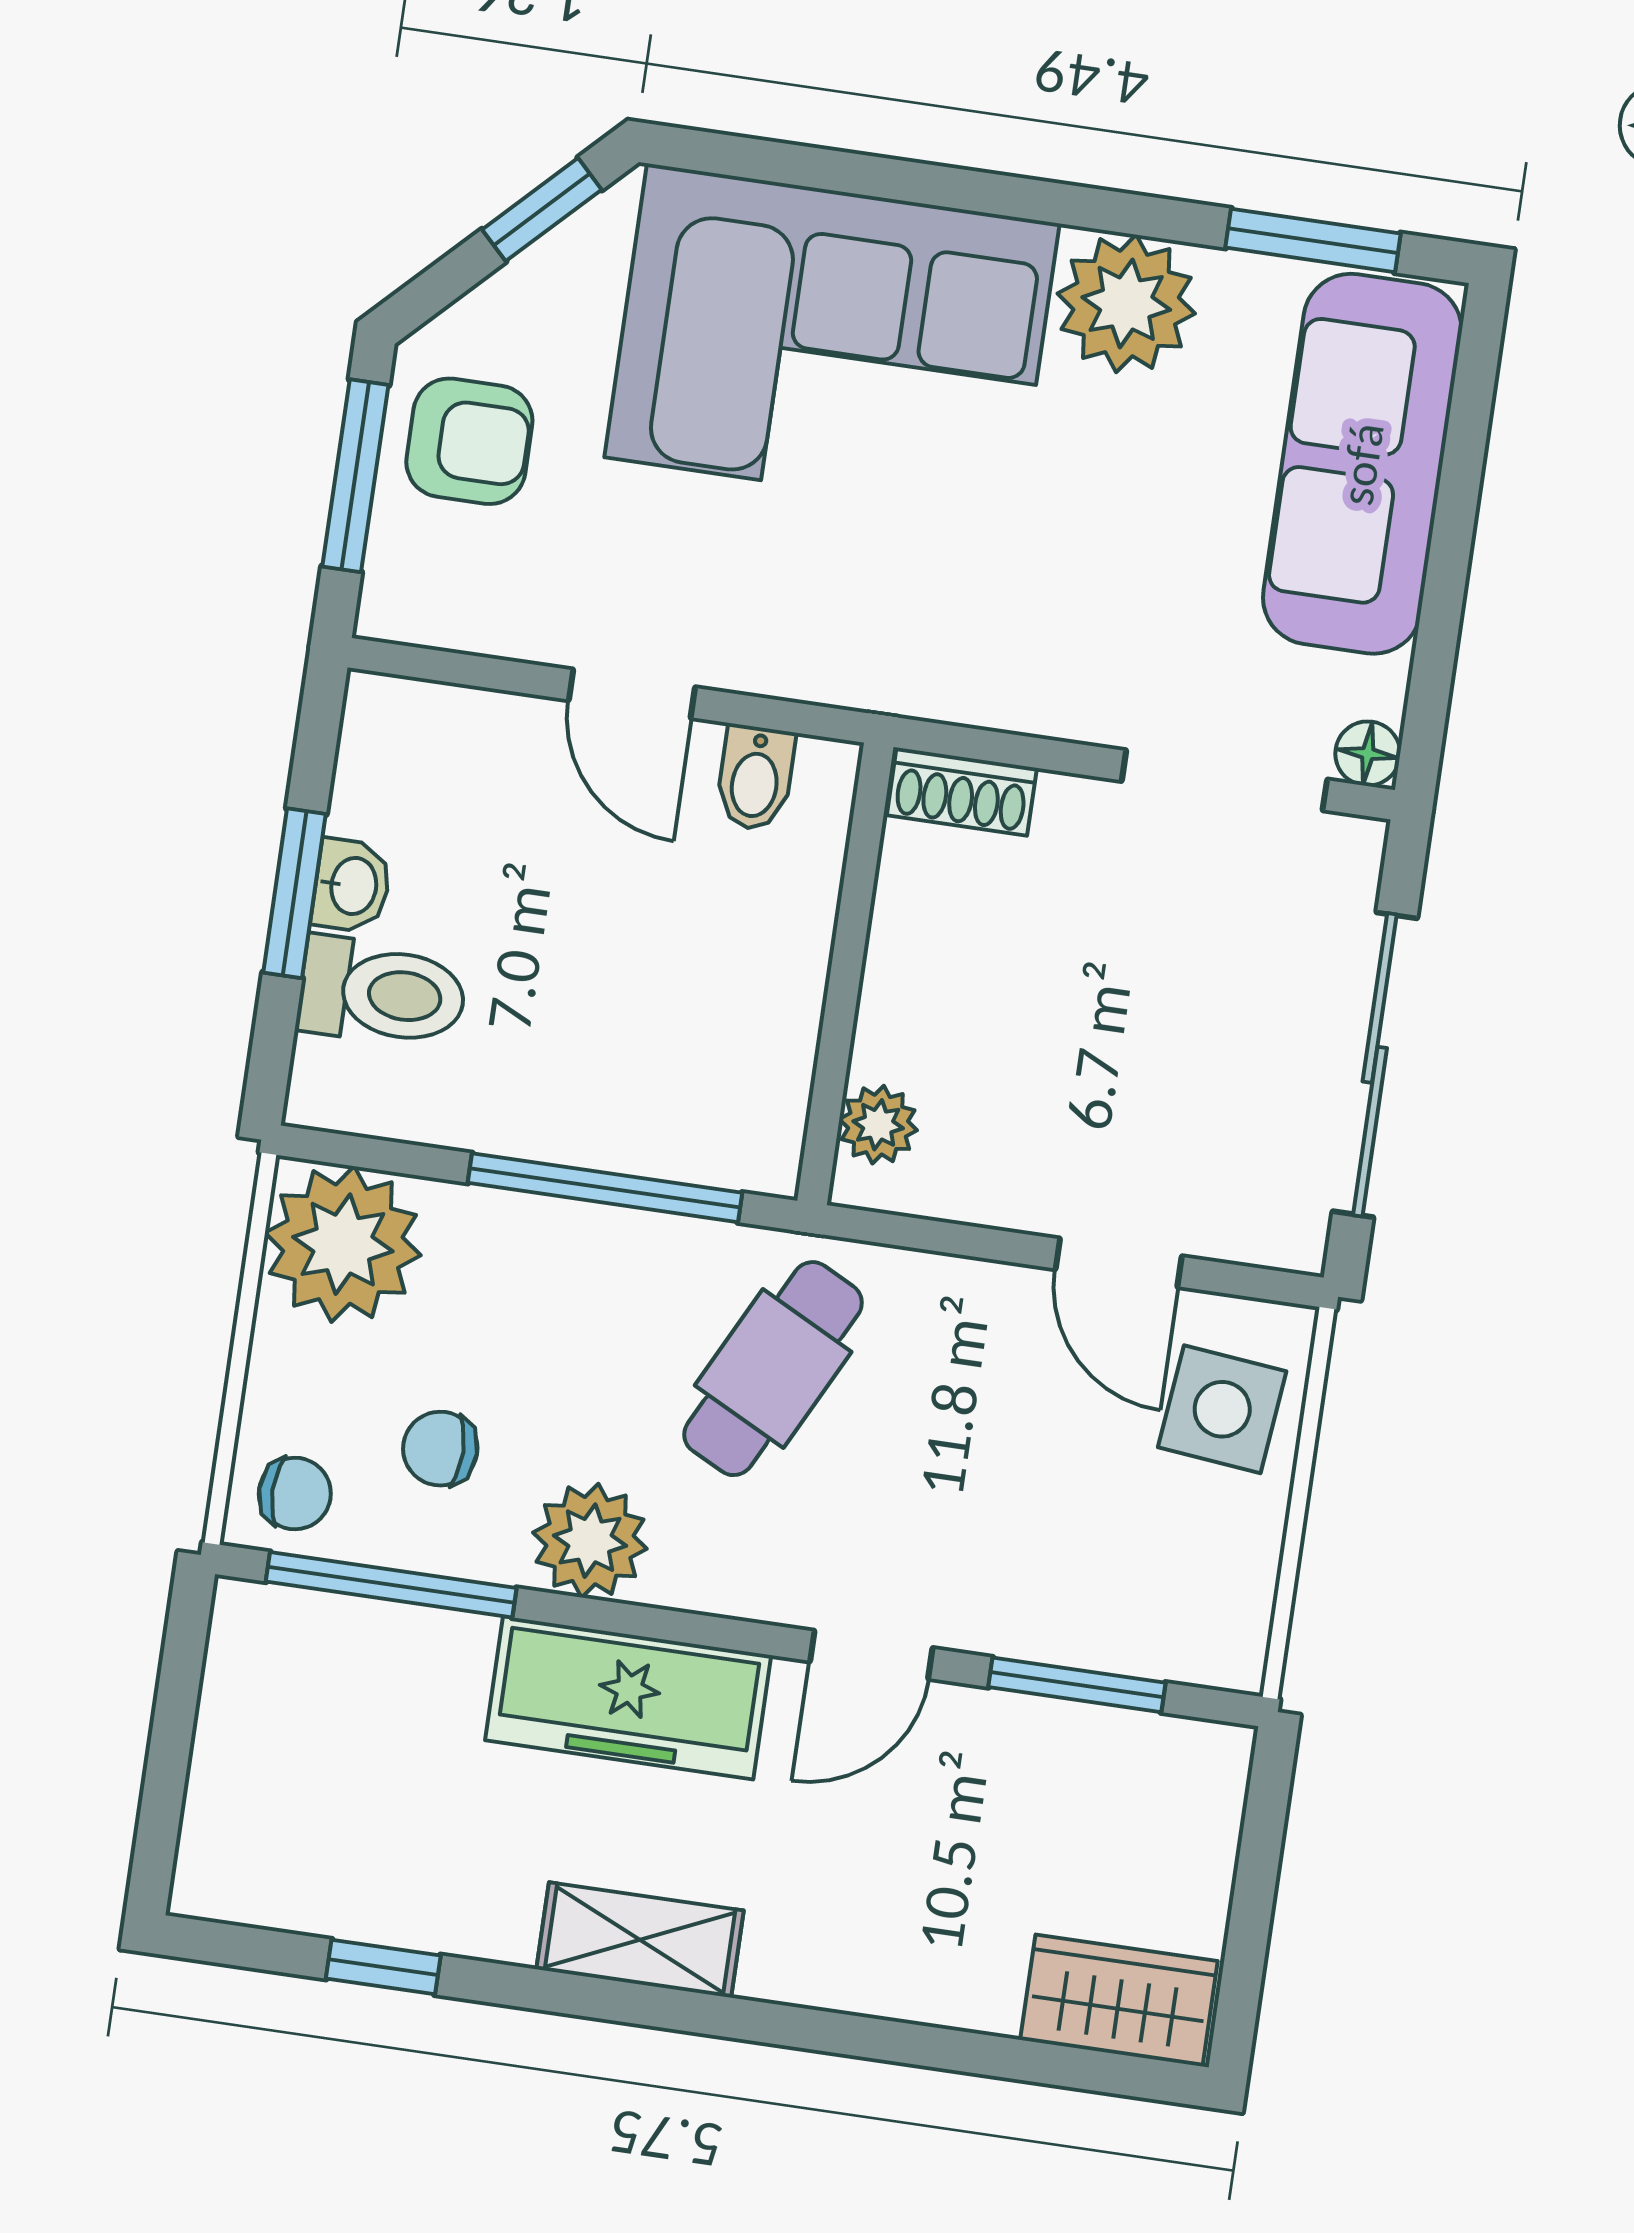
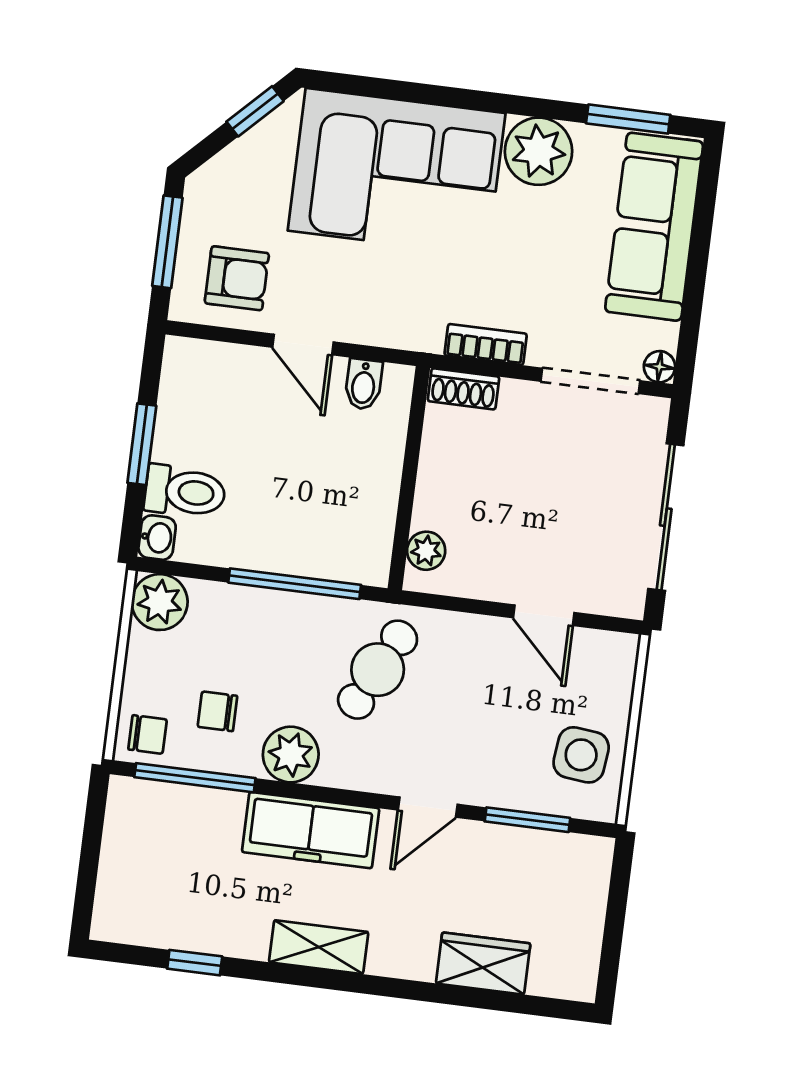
armchair: (469, 441) -> (237, 278), moved
bookcase: (1009, 701) -> (486, 344), added
washbasin: (352, 886) -> (157, 538), moved
plant: (343, 1244) -> (160, 602), width x0.73, depth x0.73
side table: (1222, 1409) -> (581, 755), moved
wardrobe: (1119, 2000) -> (483, 963), moved

